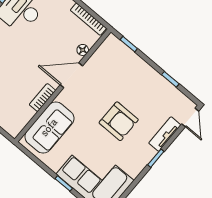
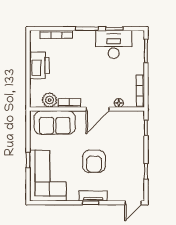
door: (71, 75) -> (98, 109), swing flipped
plant: (24, 114) -> (50, 100), added
tv unit: (165, 134) -> (93, 196), moved

